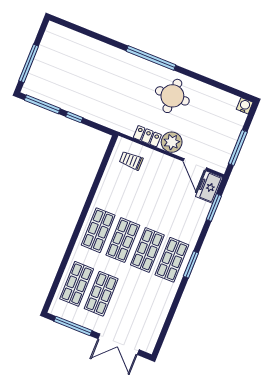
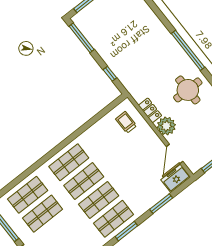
window: (74, 117) -> (110, 74), moved
window: (214, 208) -> (161, 204), moved

